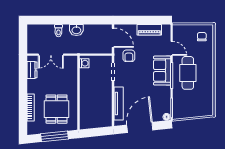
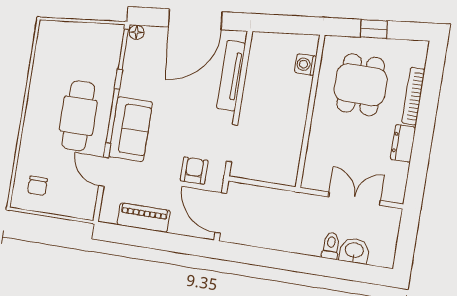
washbasin: (76, 30) -> (354, 251), moved
washing machine: (84, 63) -> (305, 64), moved
dresser: (32, 70) -> (403, 143), moved
window: (55, 136) -> (374, 29), width x0.46

